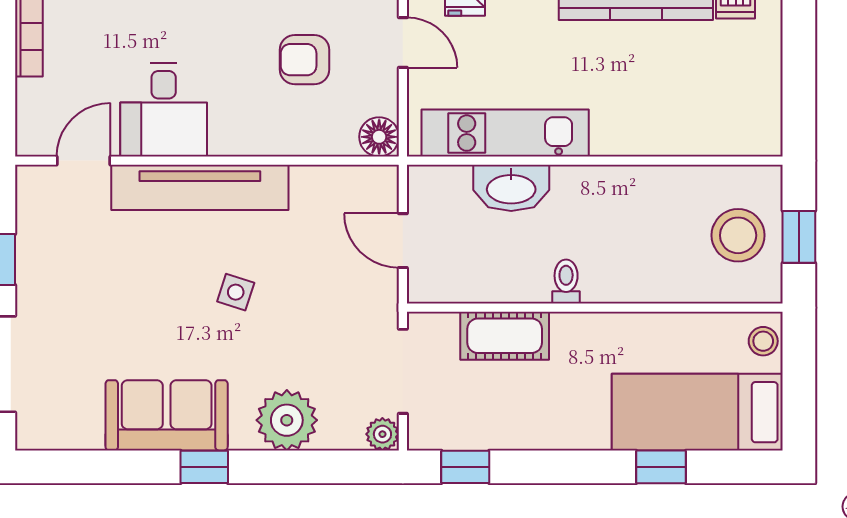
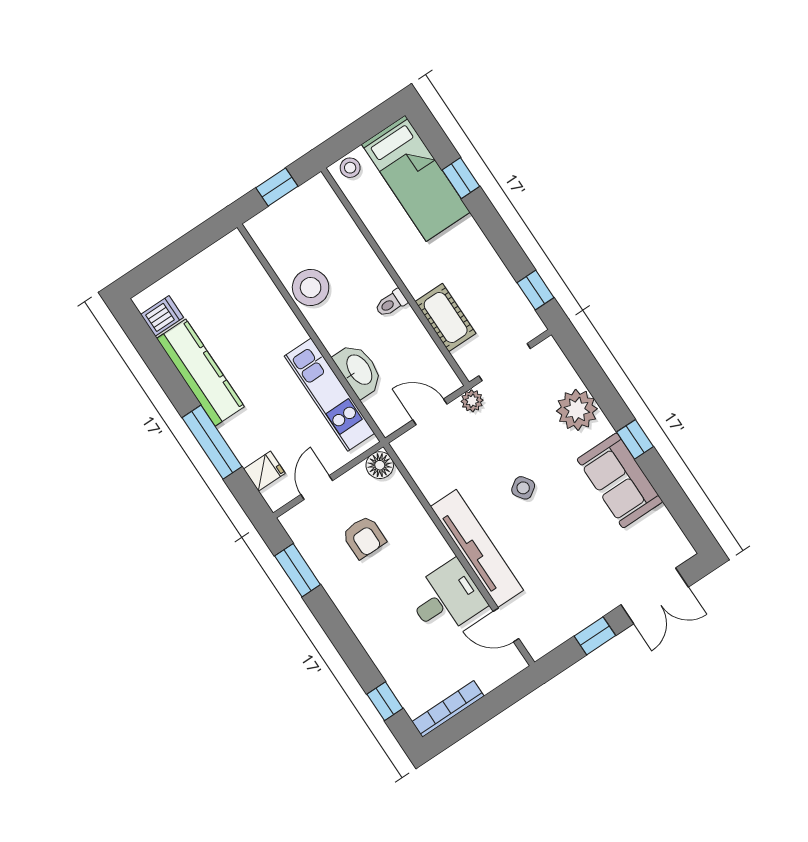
stool: (738, 235) -> (311, 288), moved
door: (403, 241) -> (430, 412), swing flipped
side table: (236, 292) -> (523, 488), turned 37
plant: (382, 434) -> (472, 401), moved

